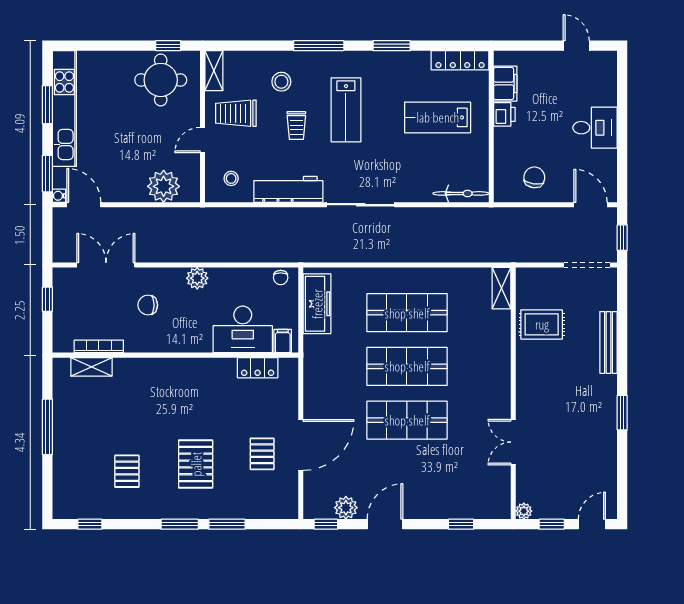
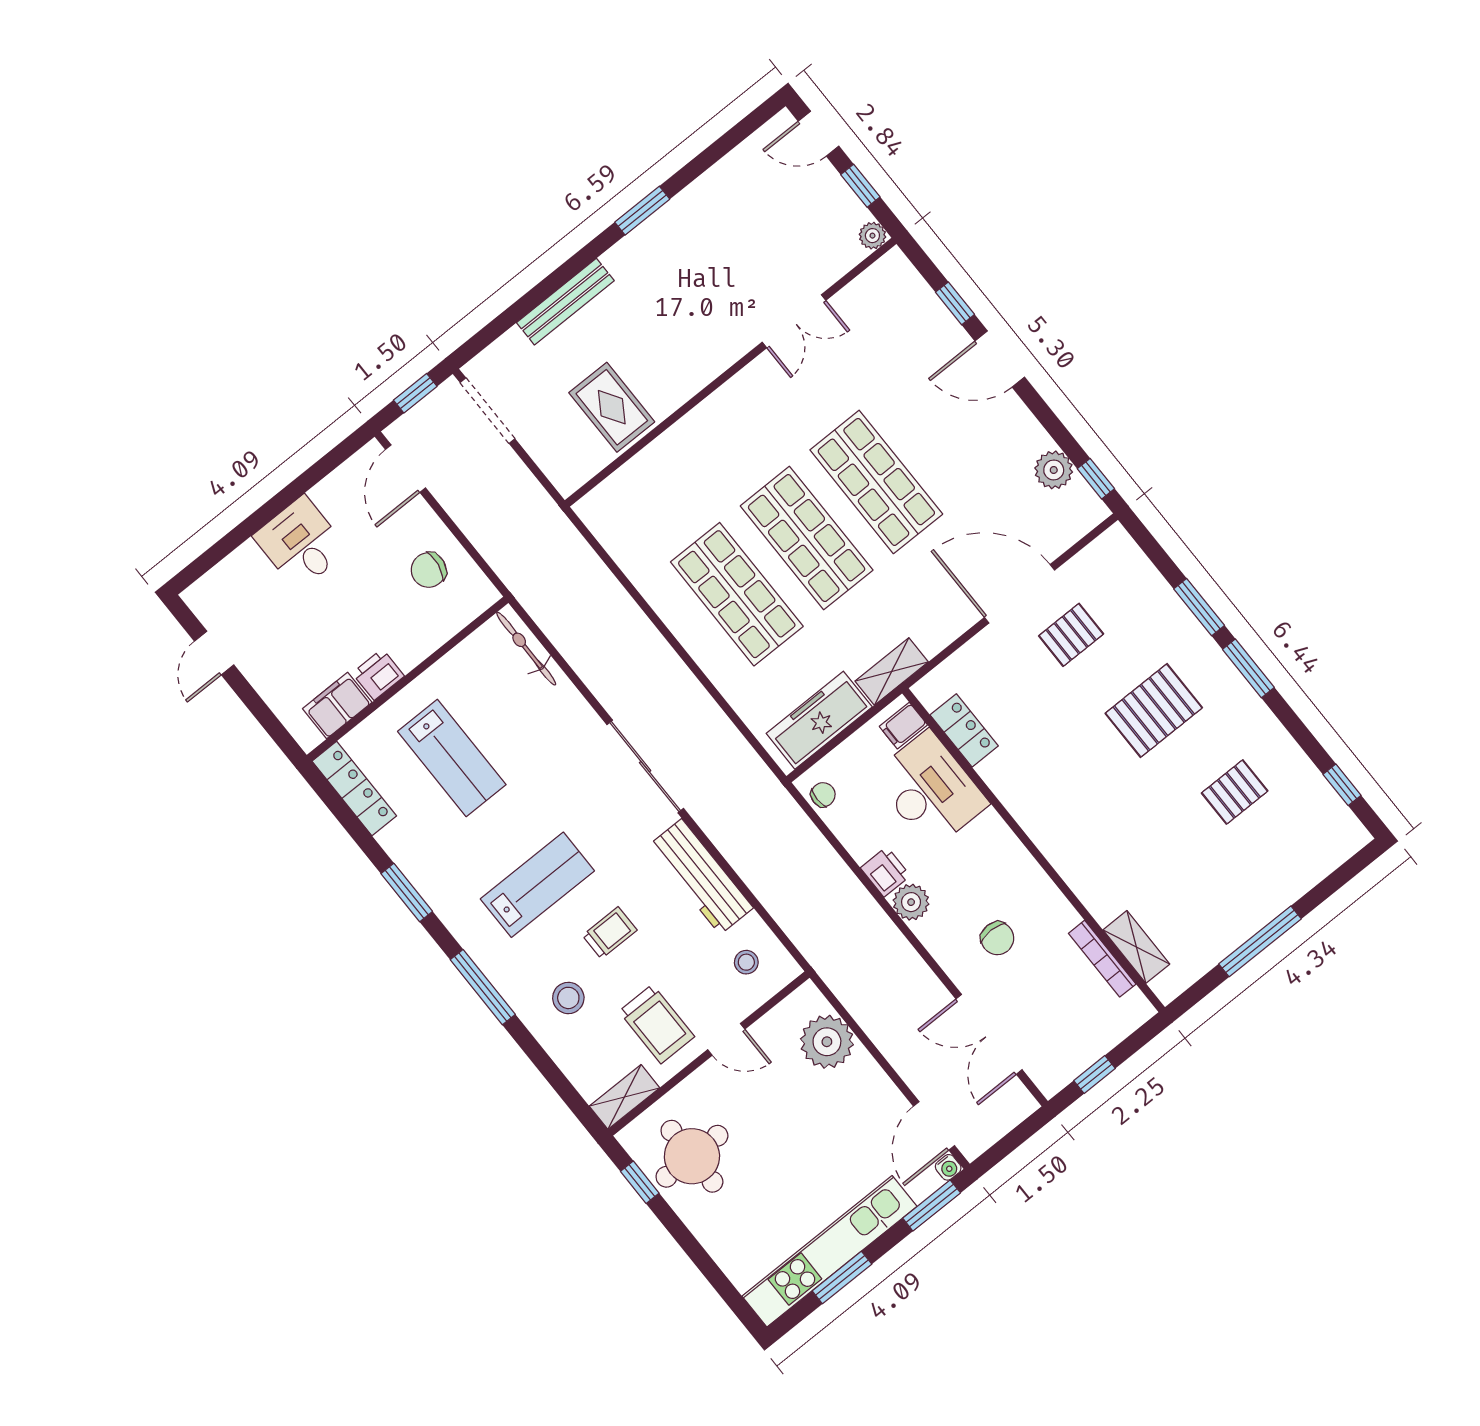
printer: (221, 278) -> (885, 872), added
shelving: (502, 288) -> (892, 671), moved
door: (385, 524) -> (1000, 359), moved

